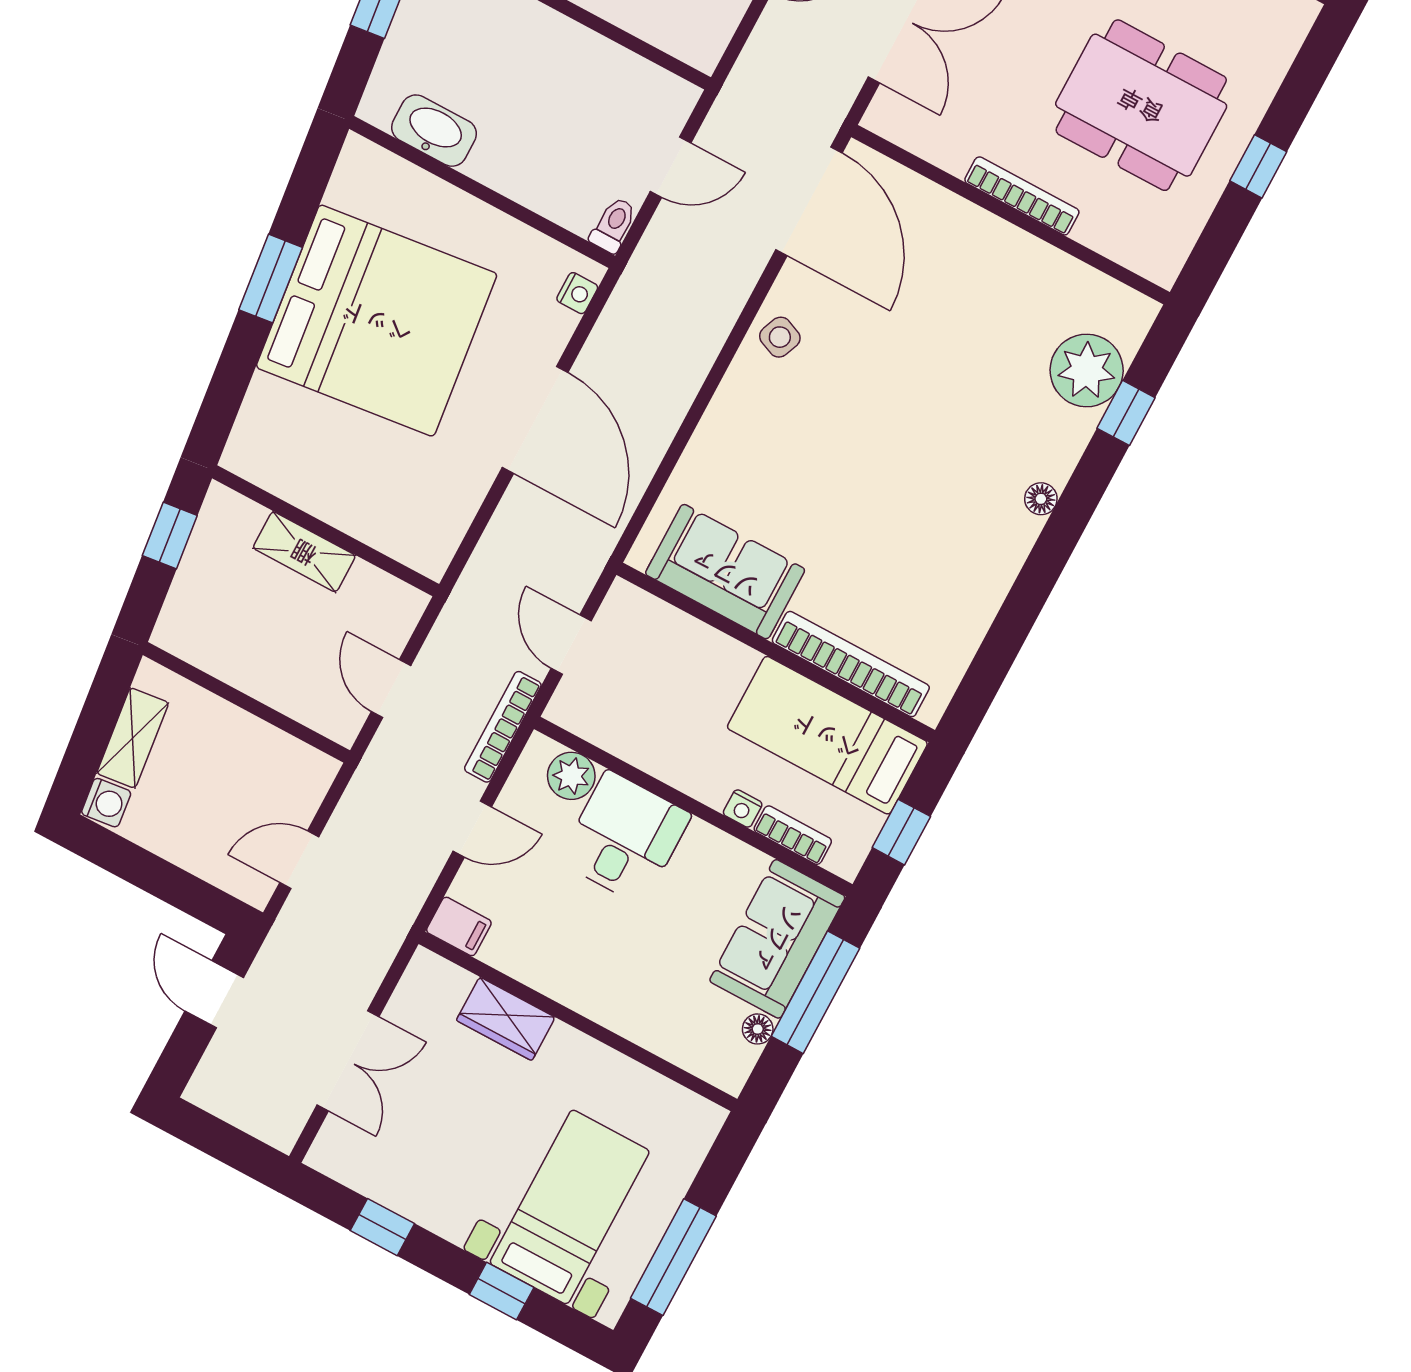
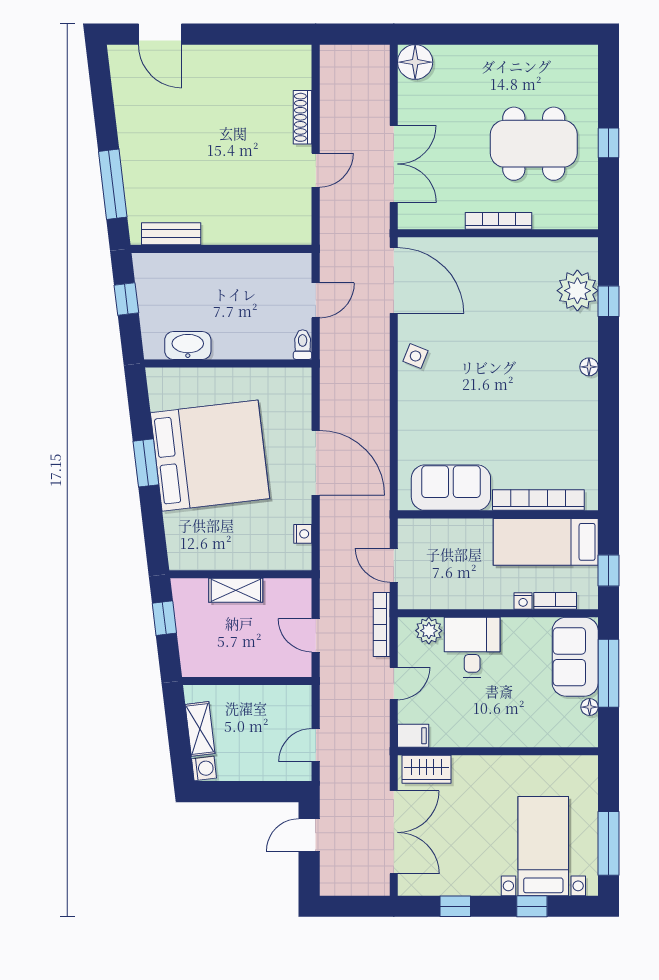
nightstand: (577, 293) -> (303, 534), moved
door: (214, 994) -> (309, 835), hinge flipped
wardrobe: (506, 1019) -> (427, 769), moved
double door: (348, 1061) -> (394, 832), width x1.37

